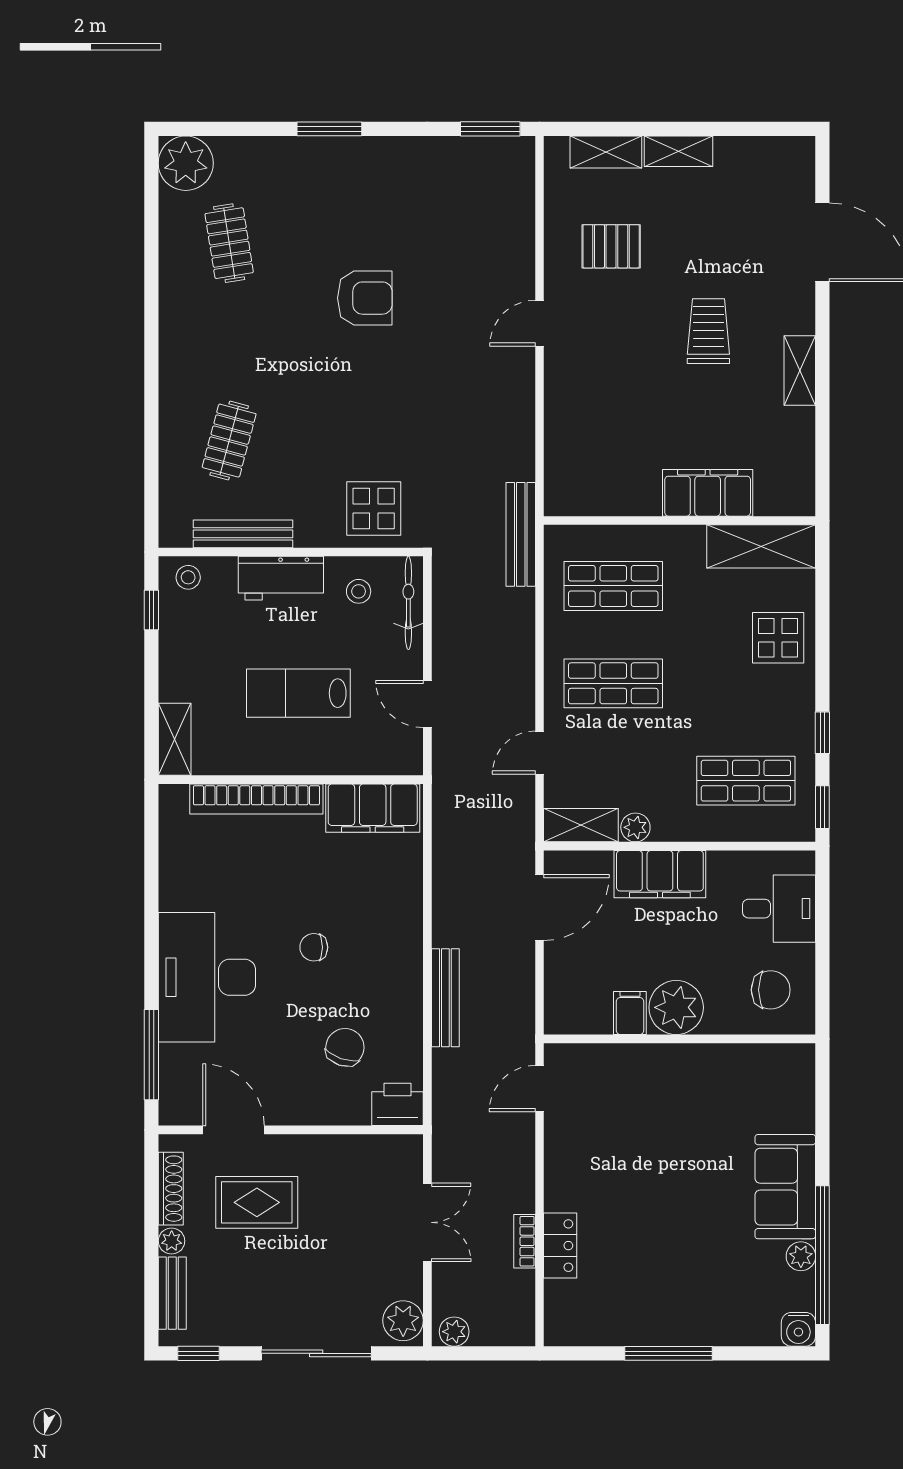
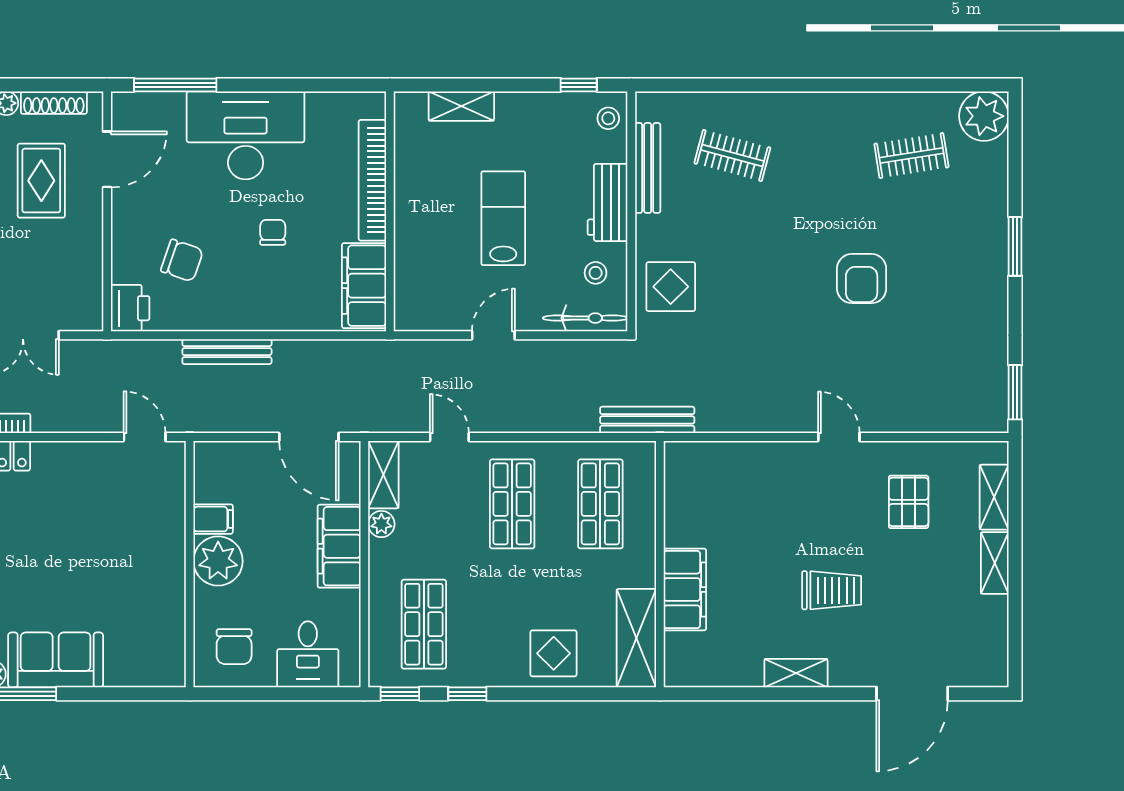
wall: (291, 780) -> (390, 211), moved
bookcase: (256, 799) -> (372, 180), moved
filing cabinet: (373, 808) -> (364, 286), moved

